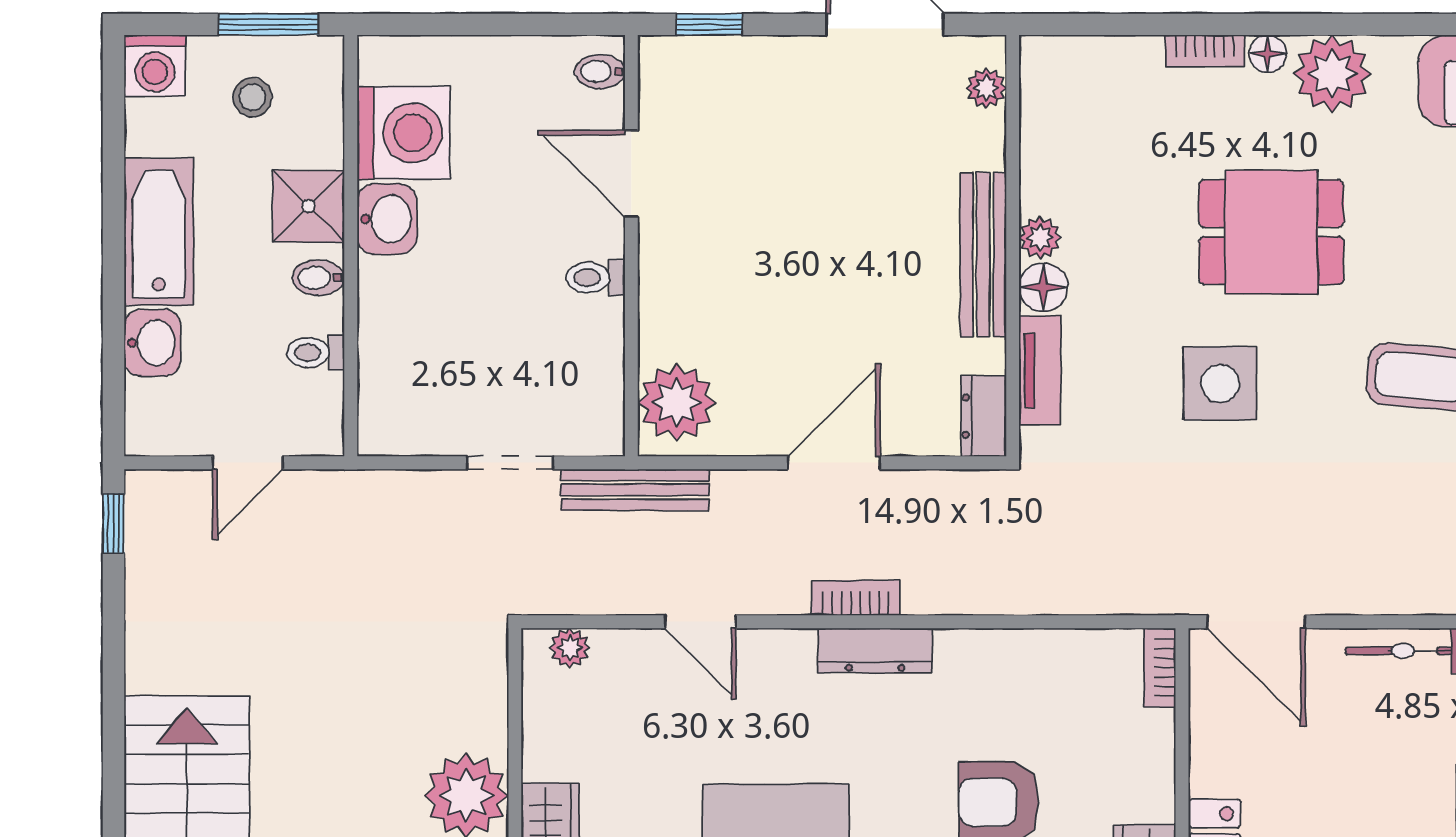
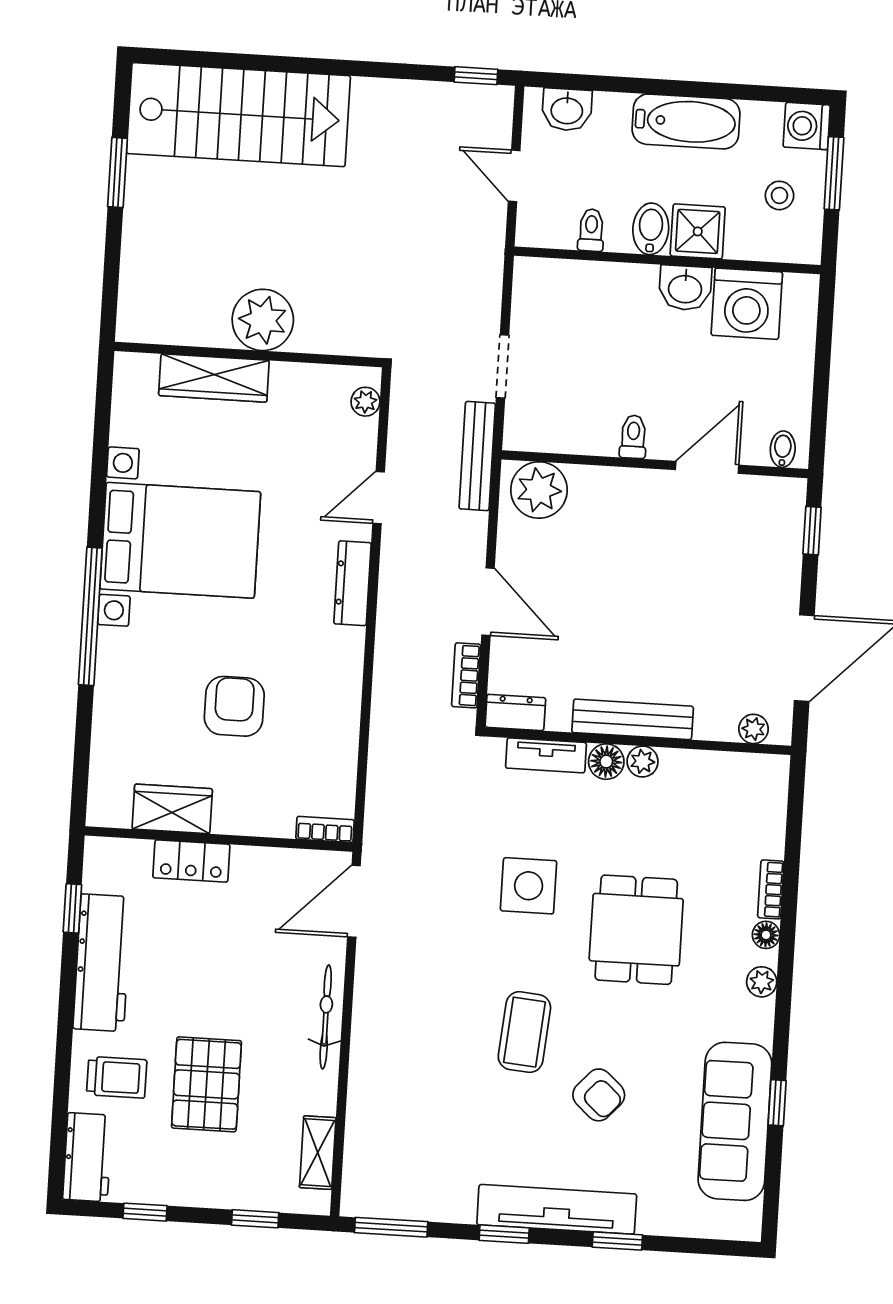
window: (268, 24) -> (834, 173), moved
plant: (1332, 74) -> (762, 982), width x0.53, depth x0.53
bidet: (318, 278) -> (651, 229), width x1.38, depth x1.36
washbasin: (152, 343) -> (567, 110), moved
bookcase: (856, 598) -> (466, 675), moved, turned 180
dresser: (875, 650) -> (352, 583), moved

